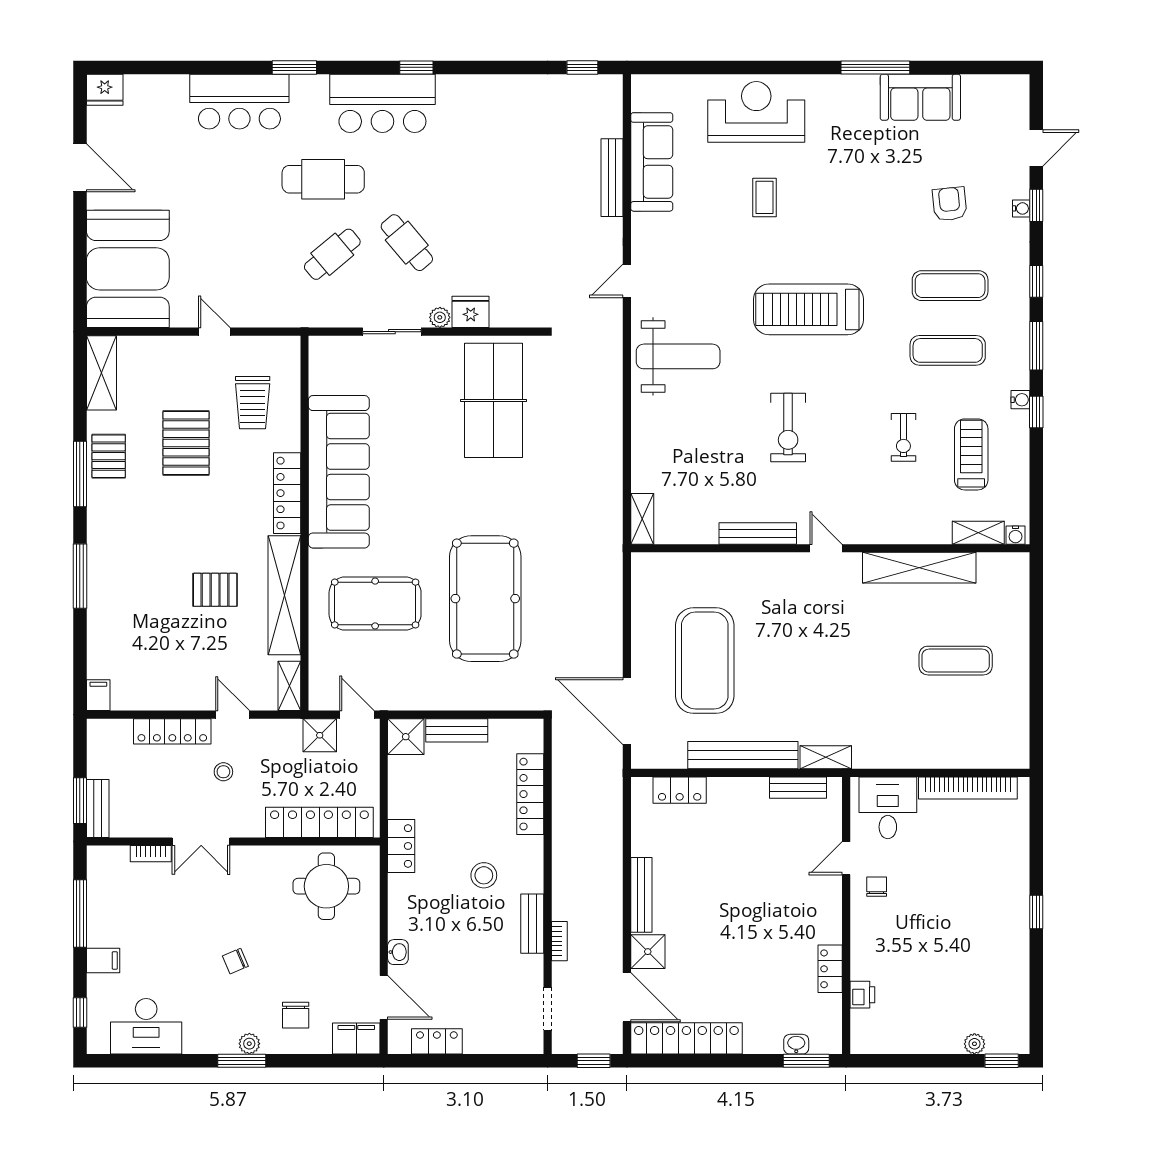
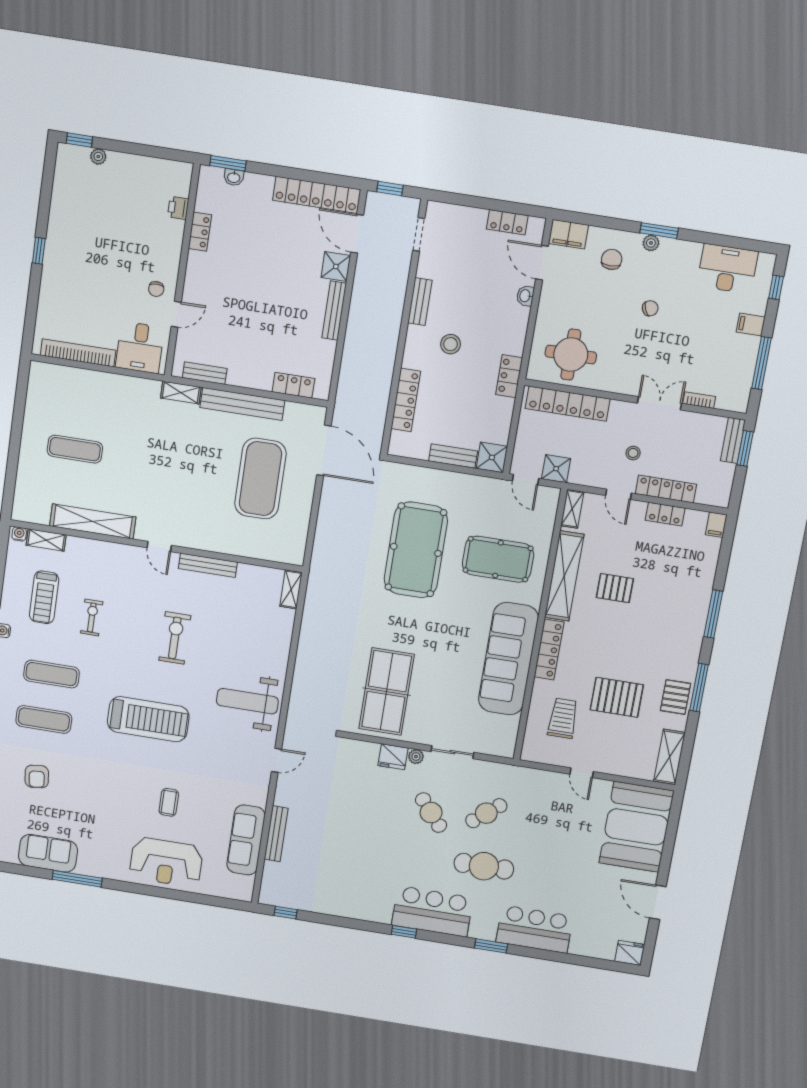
pallet: (186, 443) -> (617, 697), turned 90
locker: (167, 698) -> (665, 514), added
bookcase: (559, 941) -> (402, 285), removed

